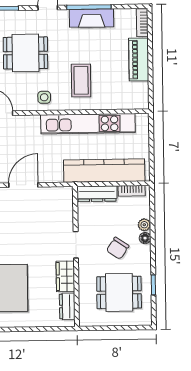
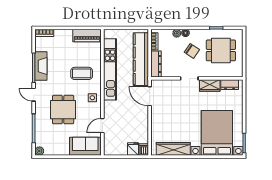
piano: (139, 60) -> (87, 35), moved
door: (23, 185) -> (150, 96), moved
dining table: (119, 292) -> (221, 50), turned 90

